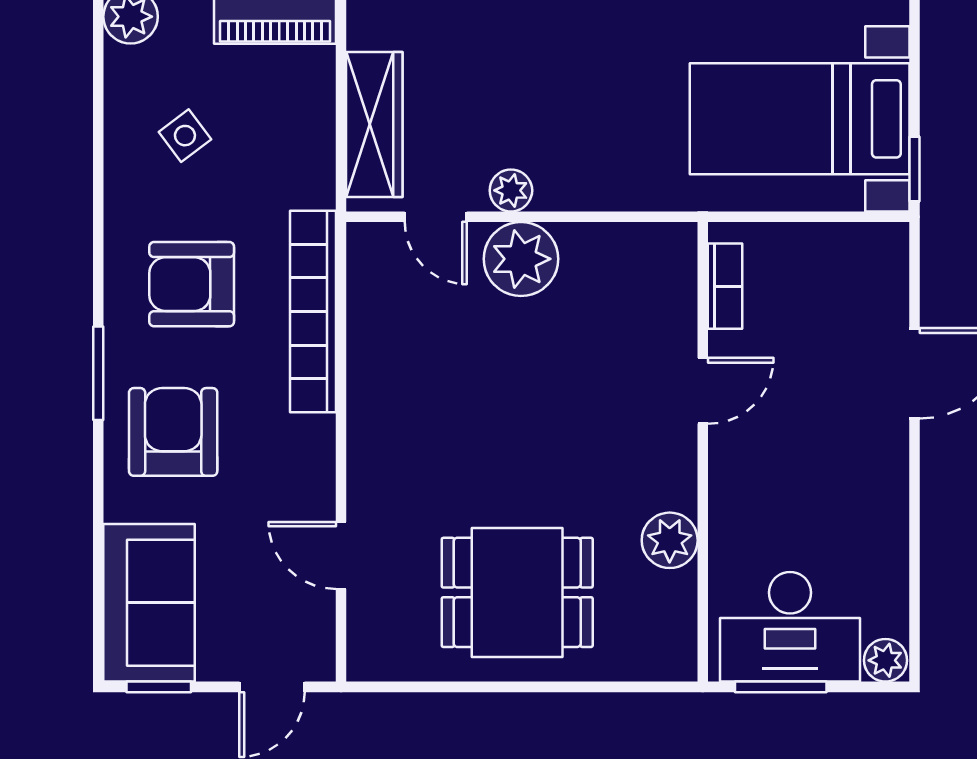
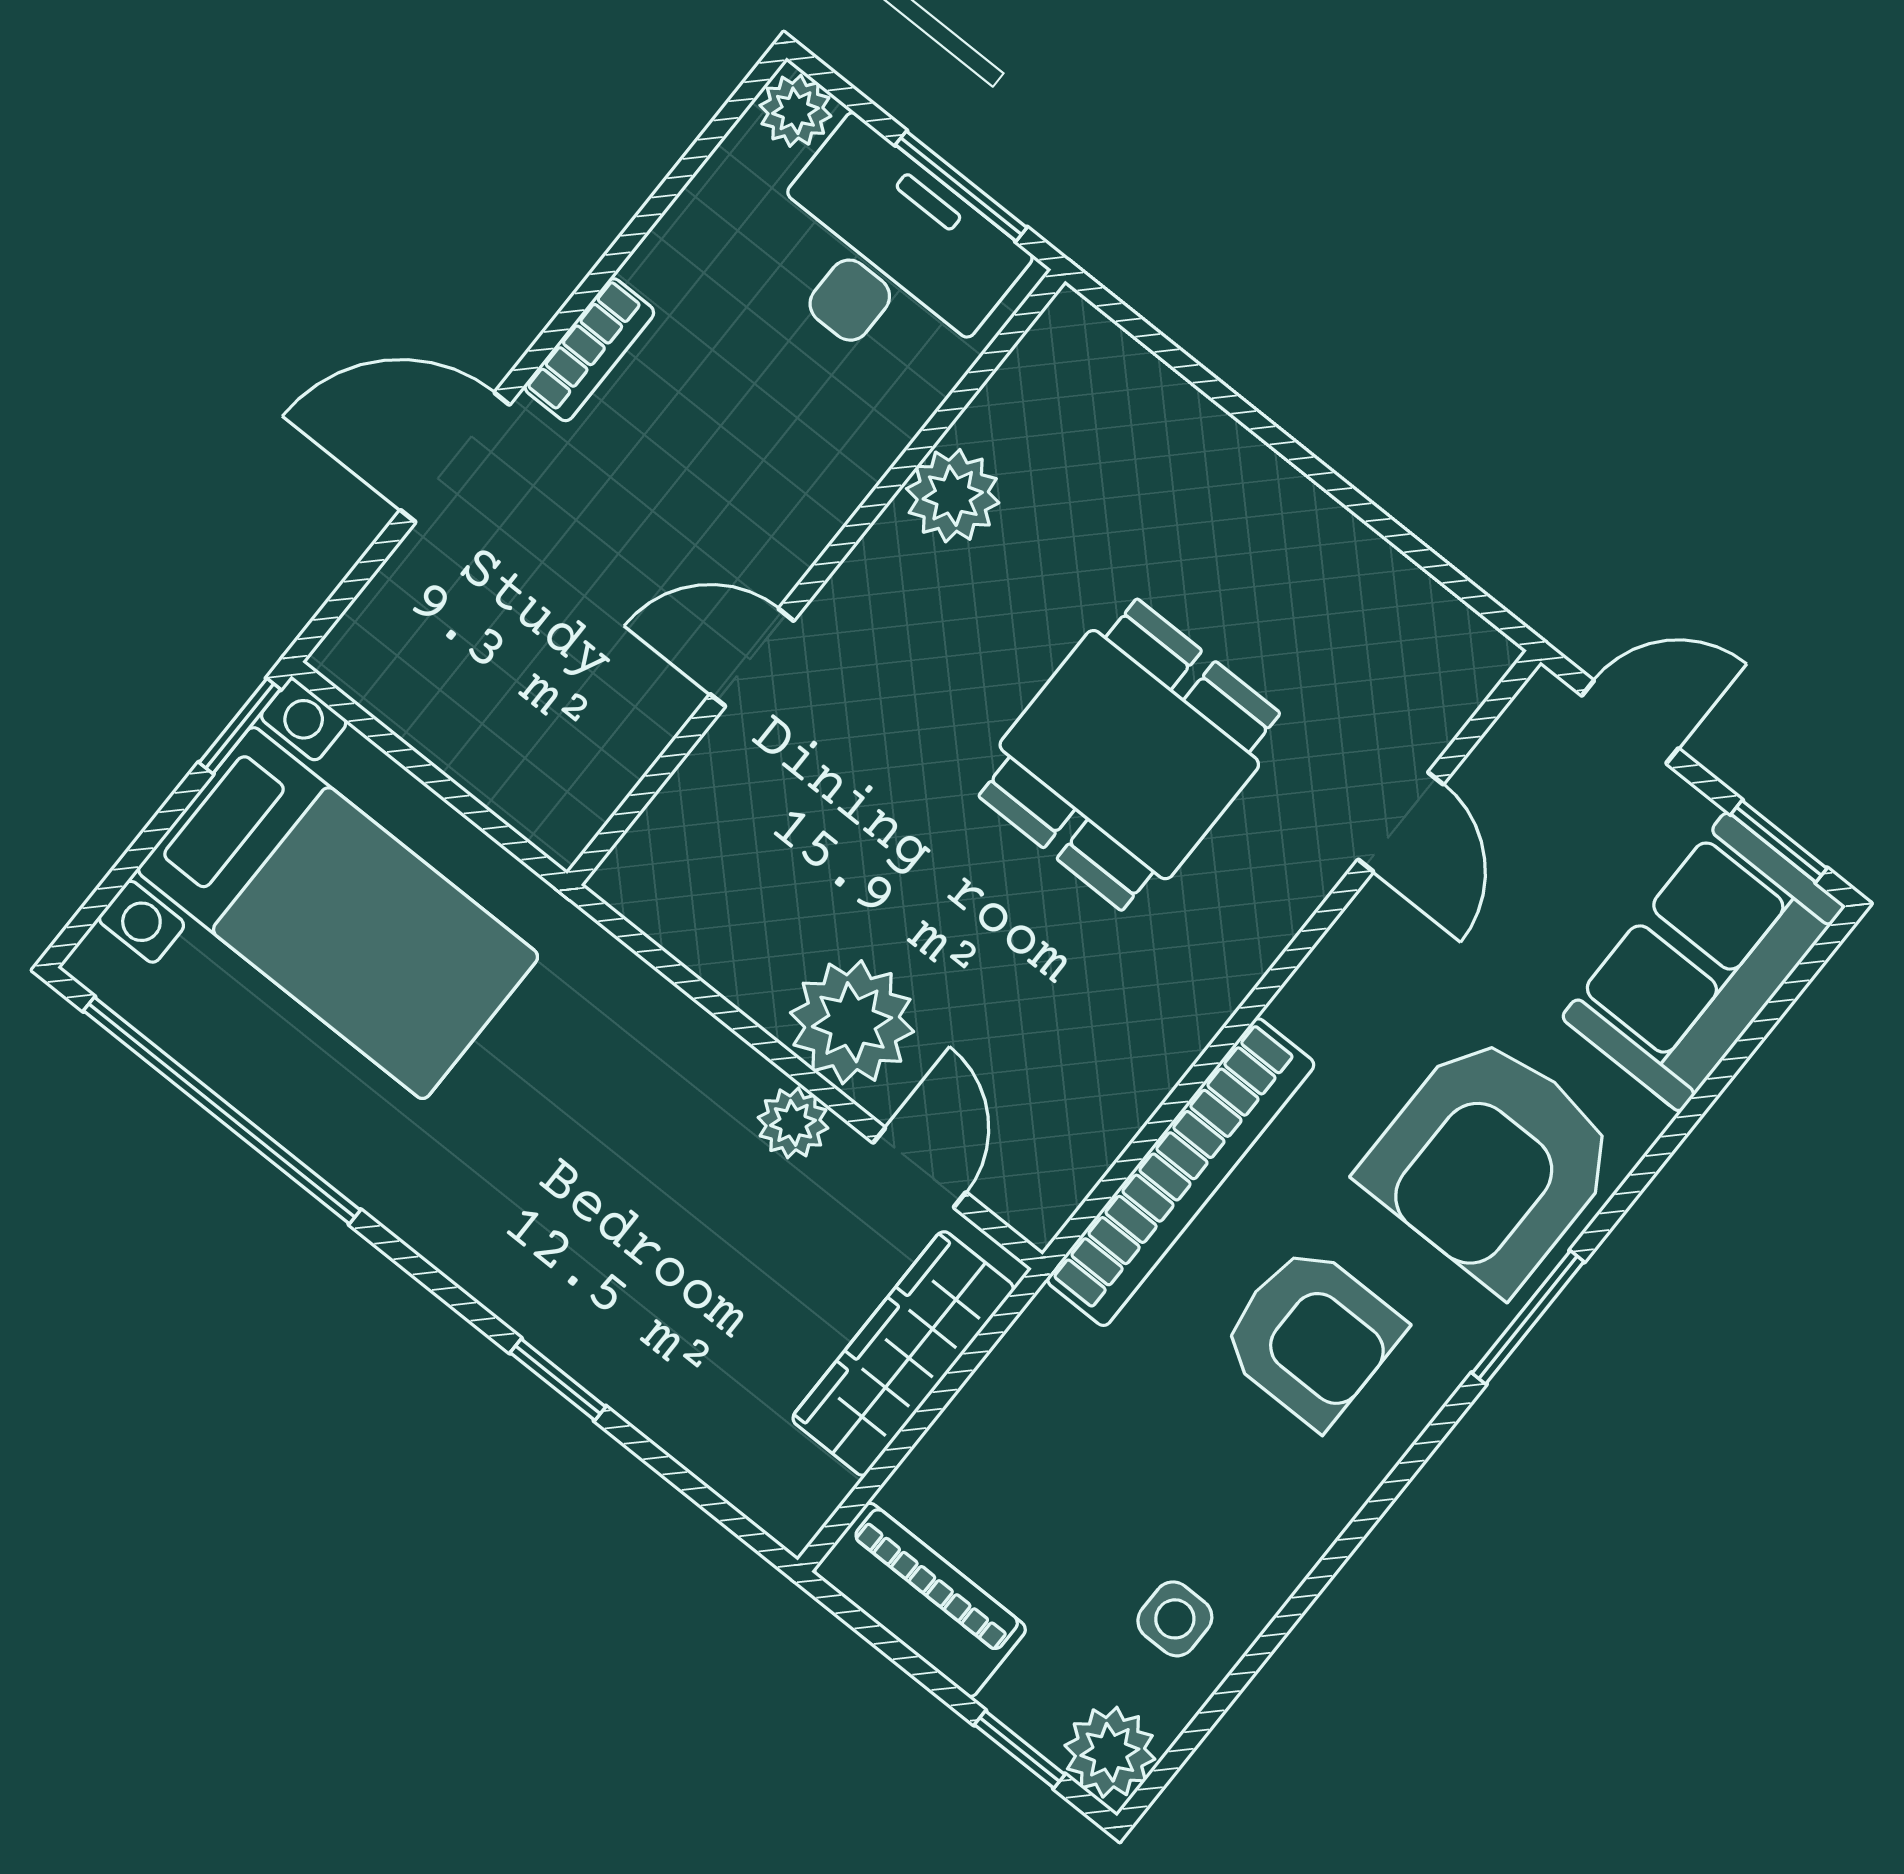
side table: (185, 136) -> (1175, 1619), moved, turned 37
bookcase: (725, 286) -> (589, 350), moved, turned 180
armchair: (173, 432) -> (1491, 1161), width x1.36, depth x1.36
dining table: (517, 592) -> (1129, 755), moved, turned 90

